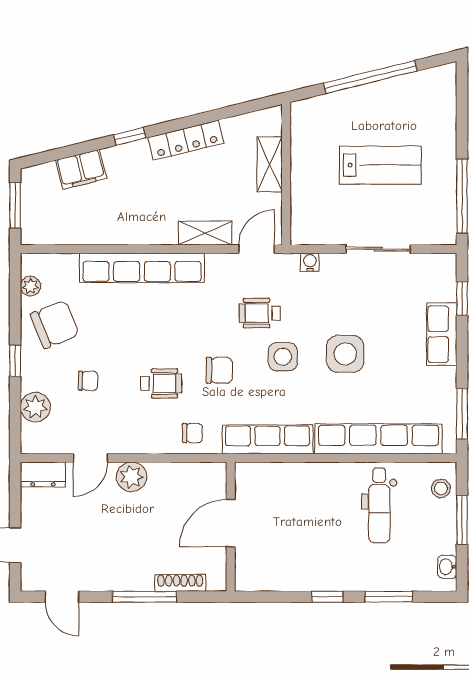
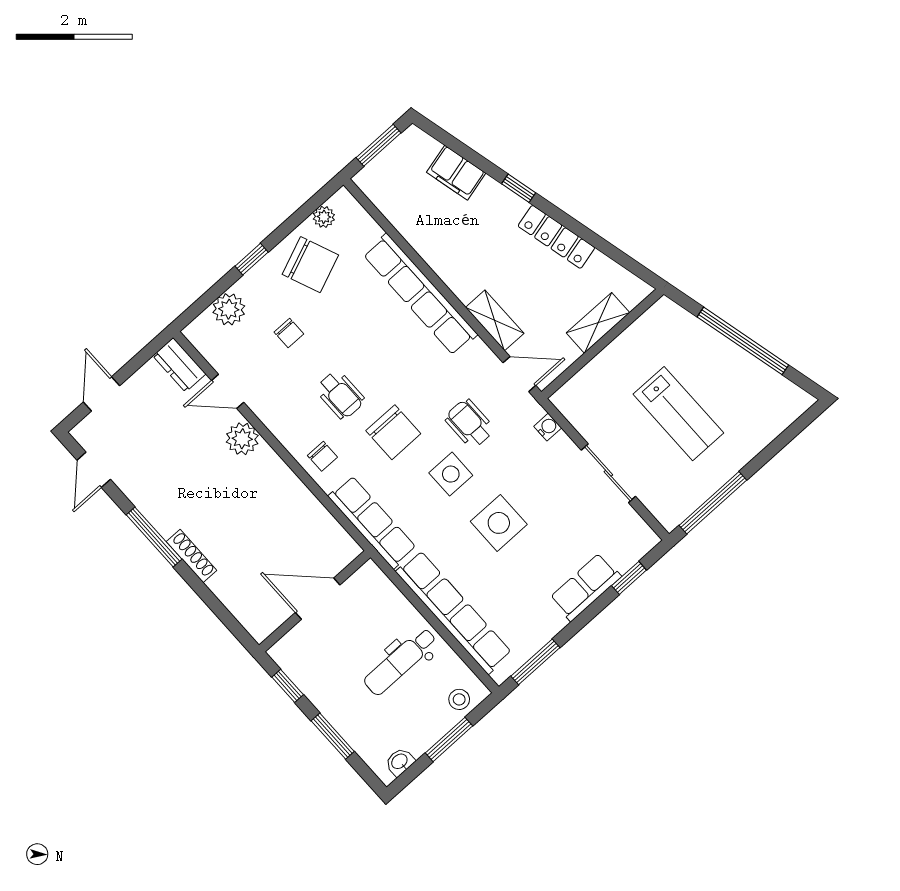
chair: (219, 370) -> (393, 432), width x1.37, depth x1.37
door: (231, 523) -> (318, 599), moved
wall: (231, 527) -> (315, 601), moved

